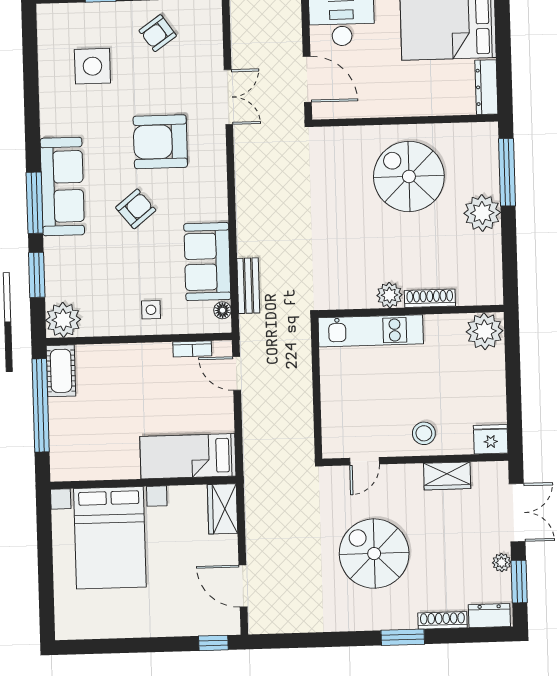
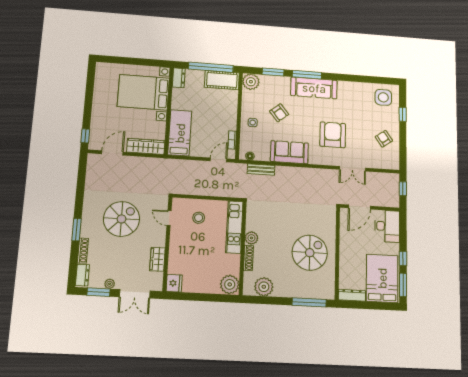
side table: (92, 66) -> (383, 97), moved
armchair: (136, 209) -> (279, 113), moved
plant: (482, 213) -> (264, 287), moved
sofa: (207, 262) -> (289, 152), moved
cot: (61, 371) -> (222, 80), width x1.37, depth x1.34
stool: (424, 433) -> (199, 218), moved
dresser: (71, 469) -> (179, 78), added
wardrobe: (223, 509) -> (146, 146), width x1.50

